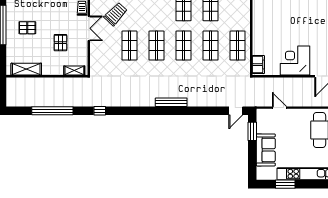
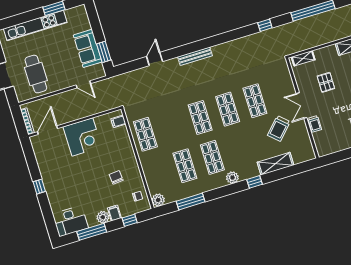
chair: (276, 15) -> (116, 177), added
shop shelf: (211, 46) -> (173, 126), removed
filing cabinet: (258, 65) -> (118, 121), width x0.50
door: (236, 111) -> (155, 59), moved
sofa: (266, 150) -> (88, 48), moved

